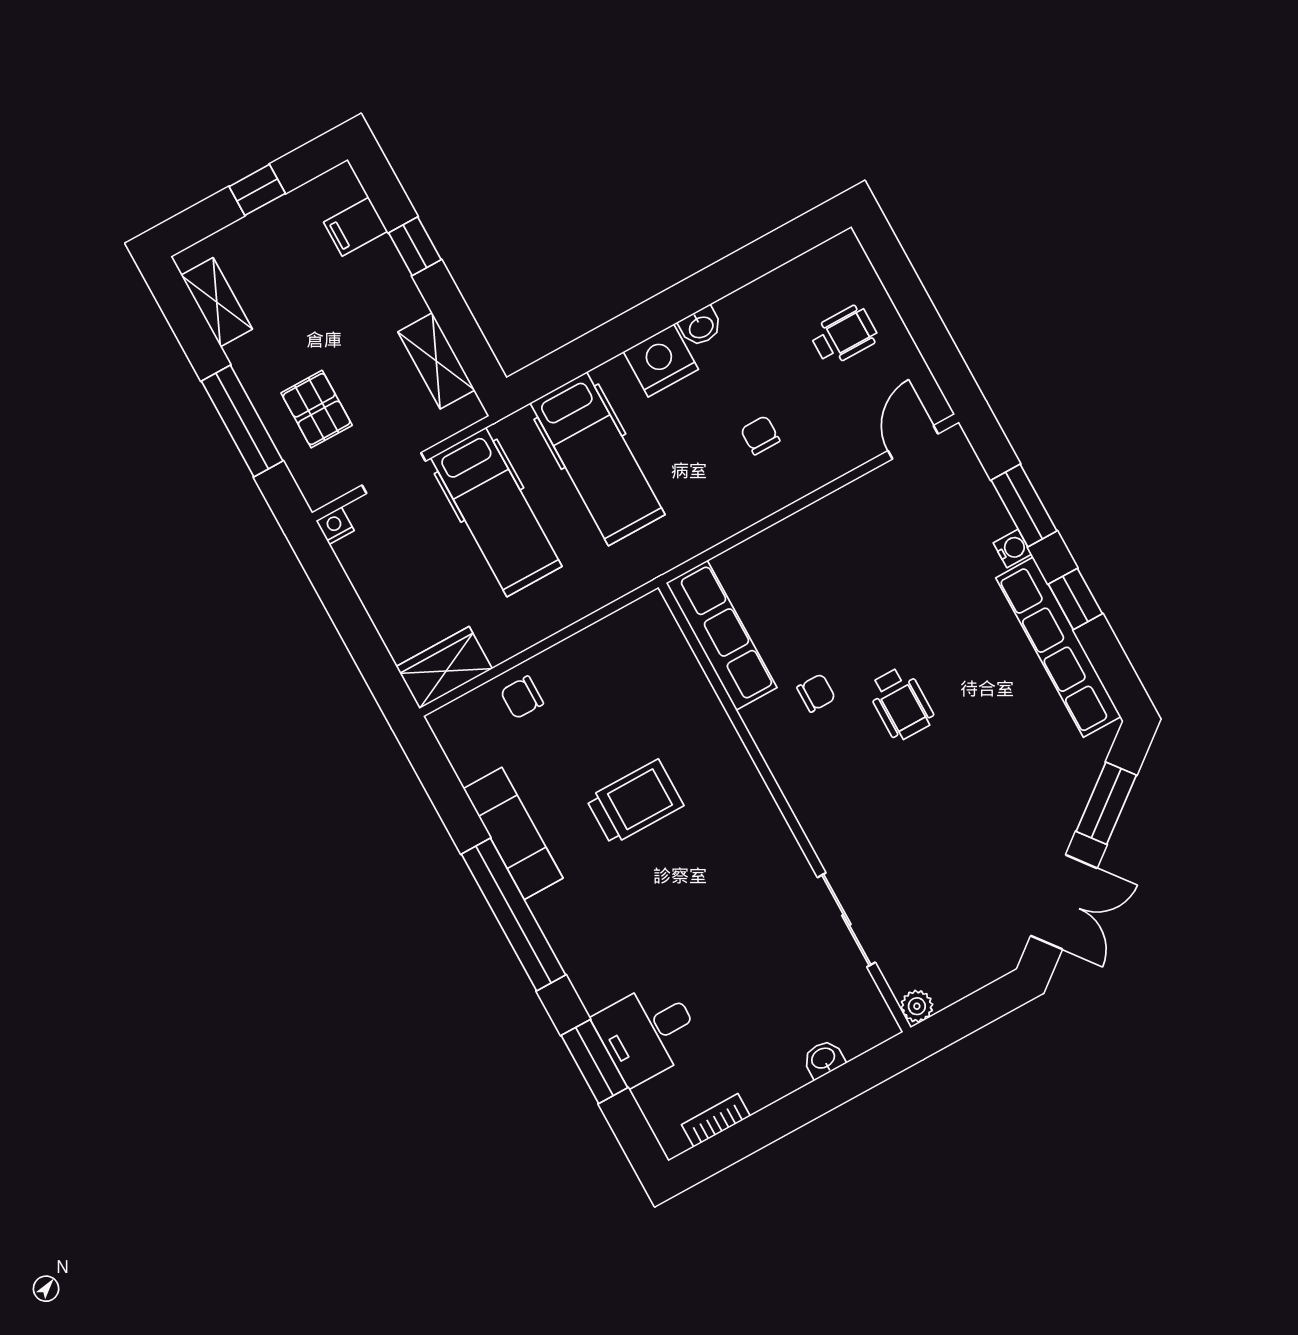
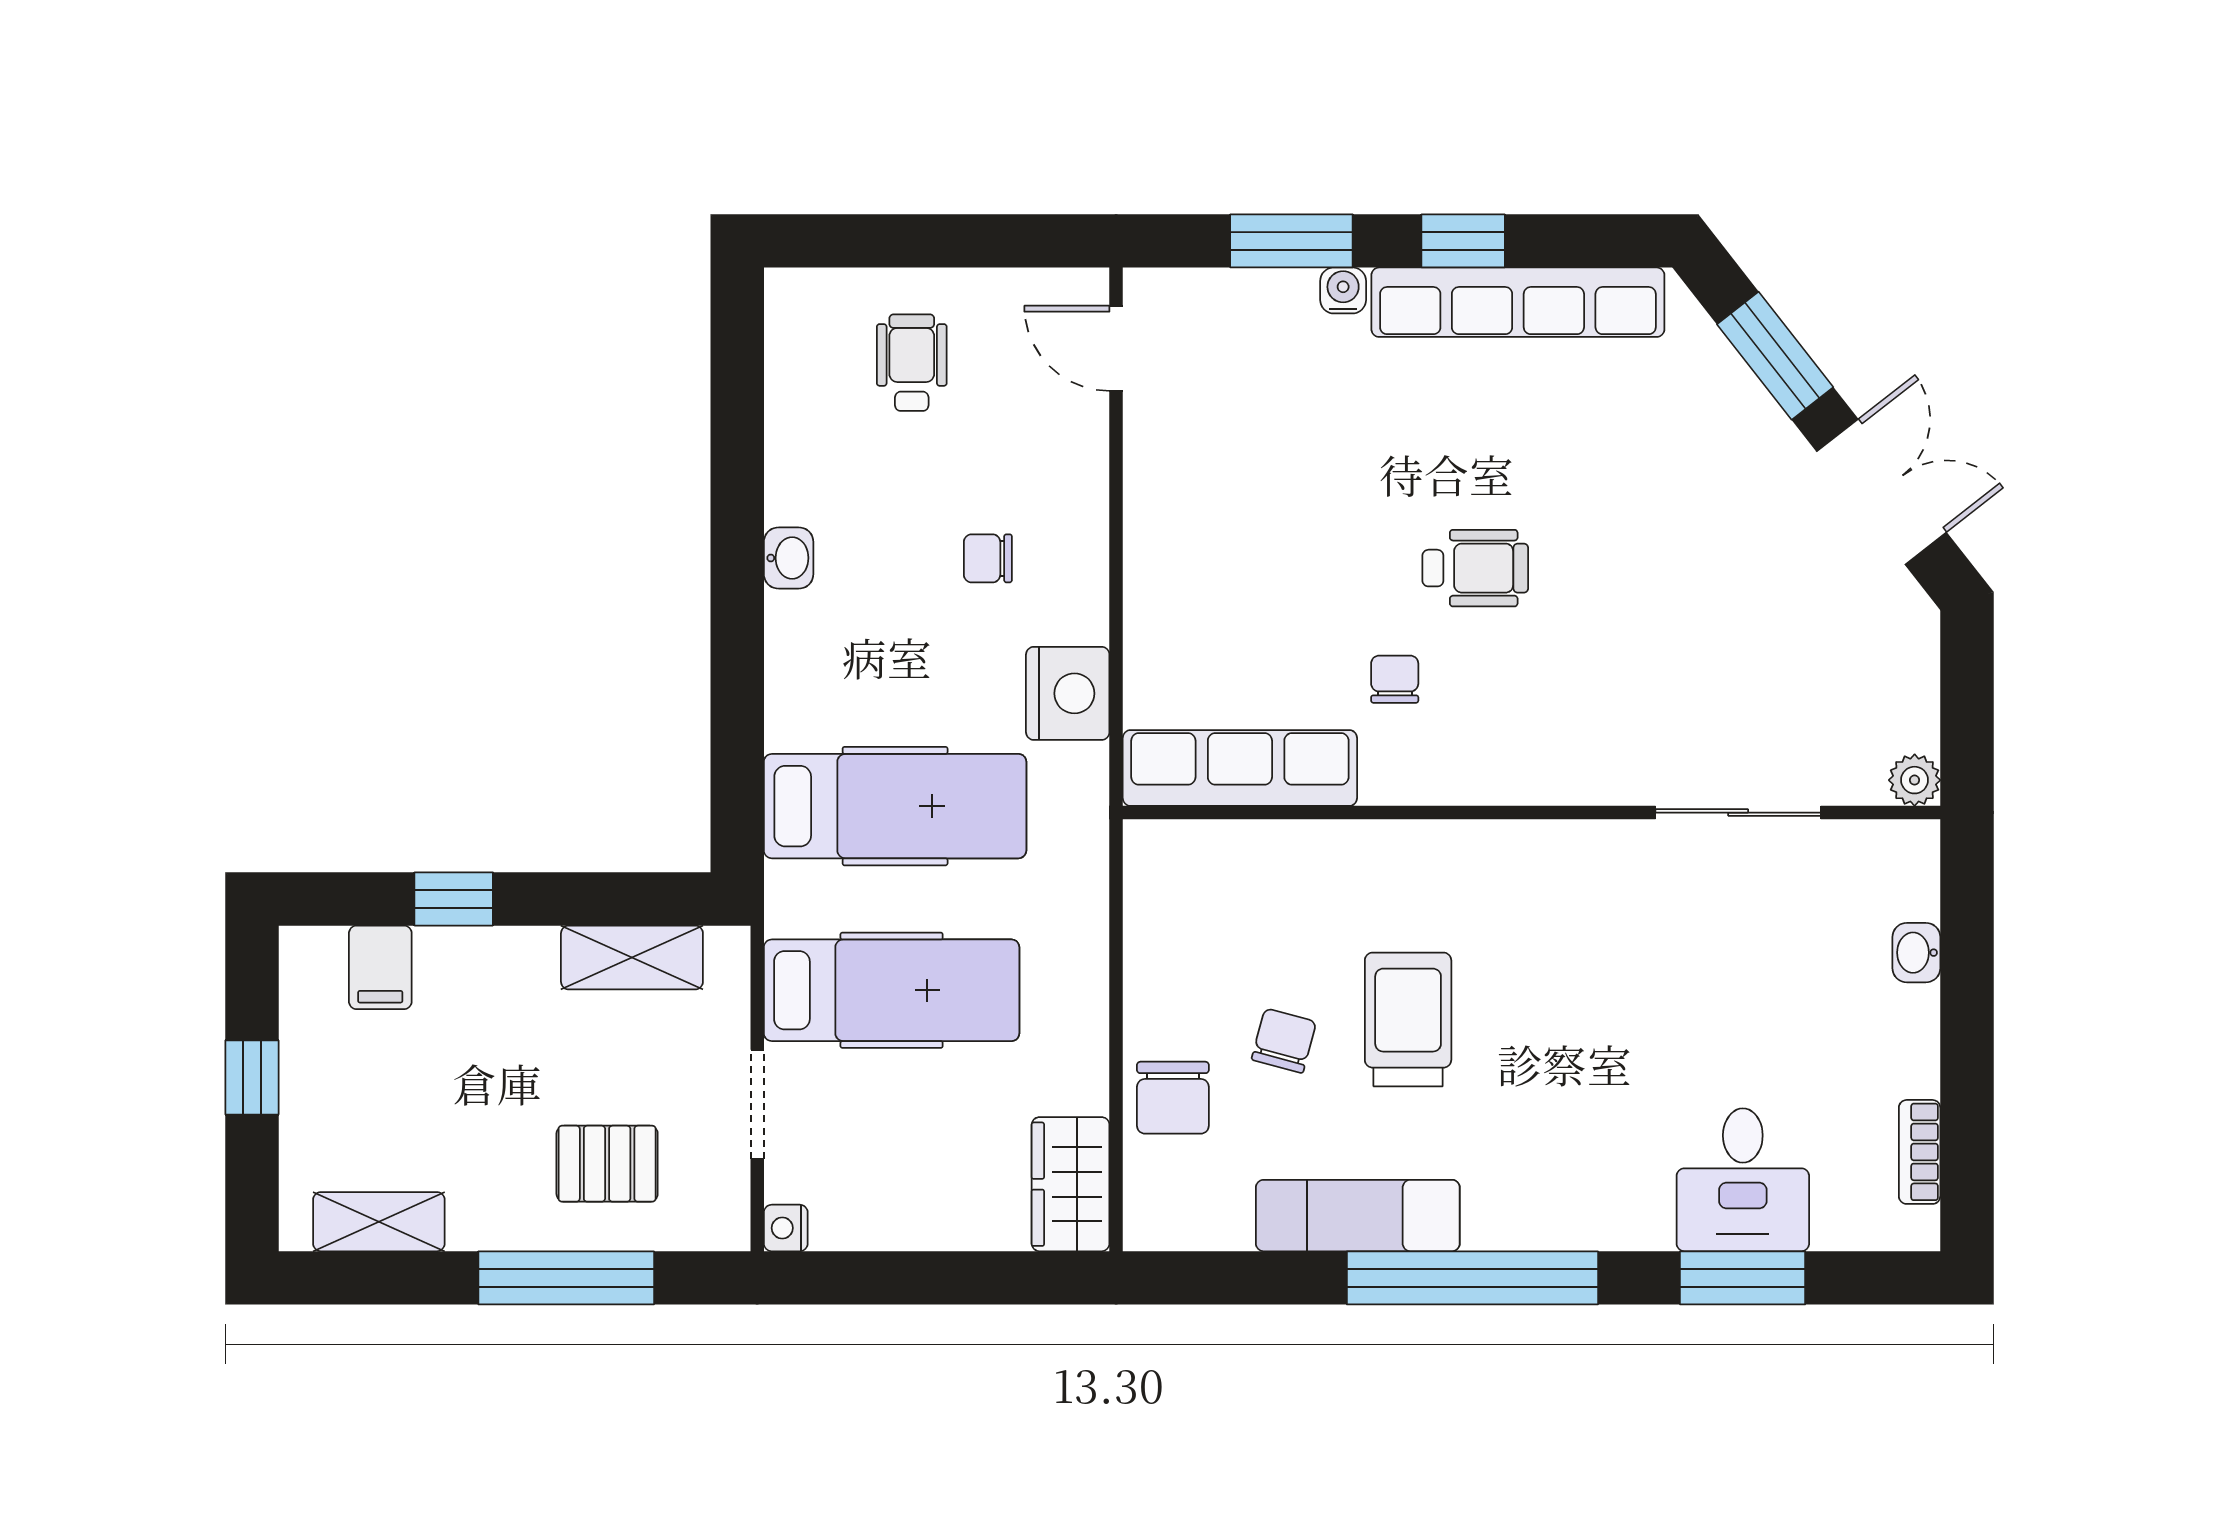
nightstand: (661, 361) -> (1068, 693), moved, turned 180
chair: (522, 697) -> (1173, 1098), width x1.37, depth x1.37
chair: (586, 741) -> (1284, 1041), added

